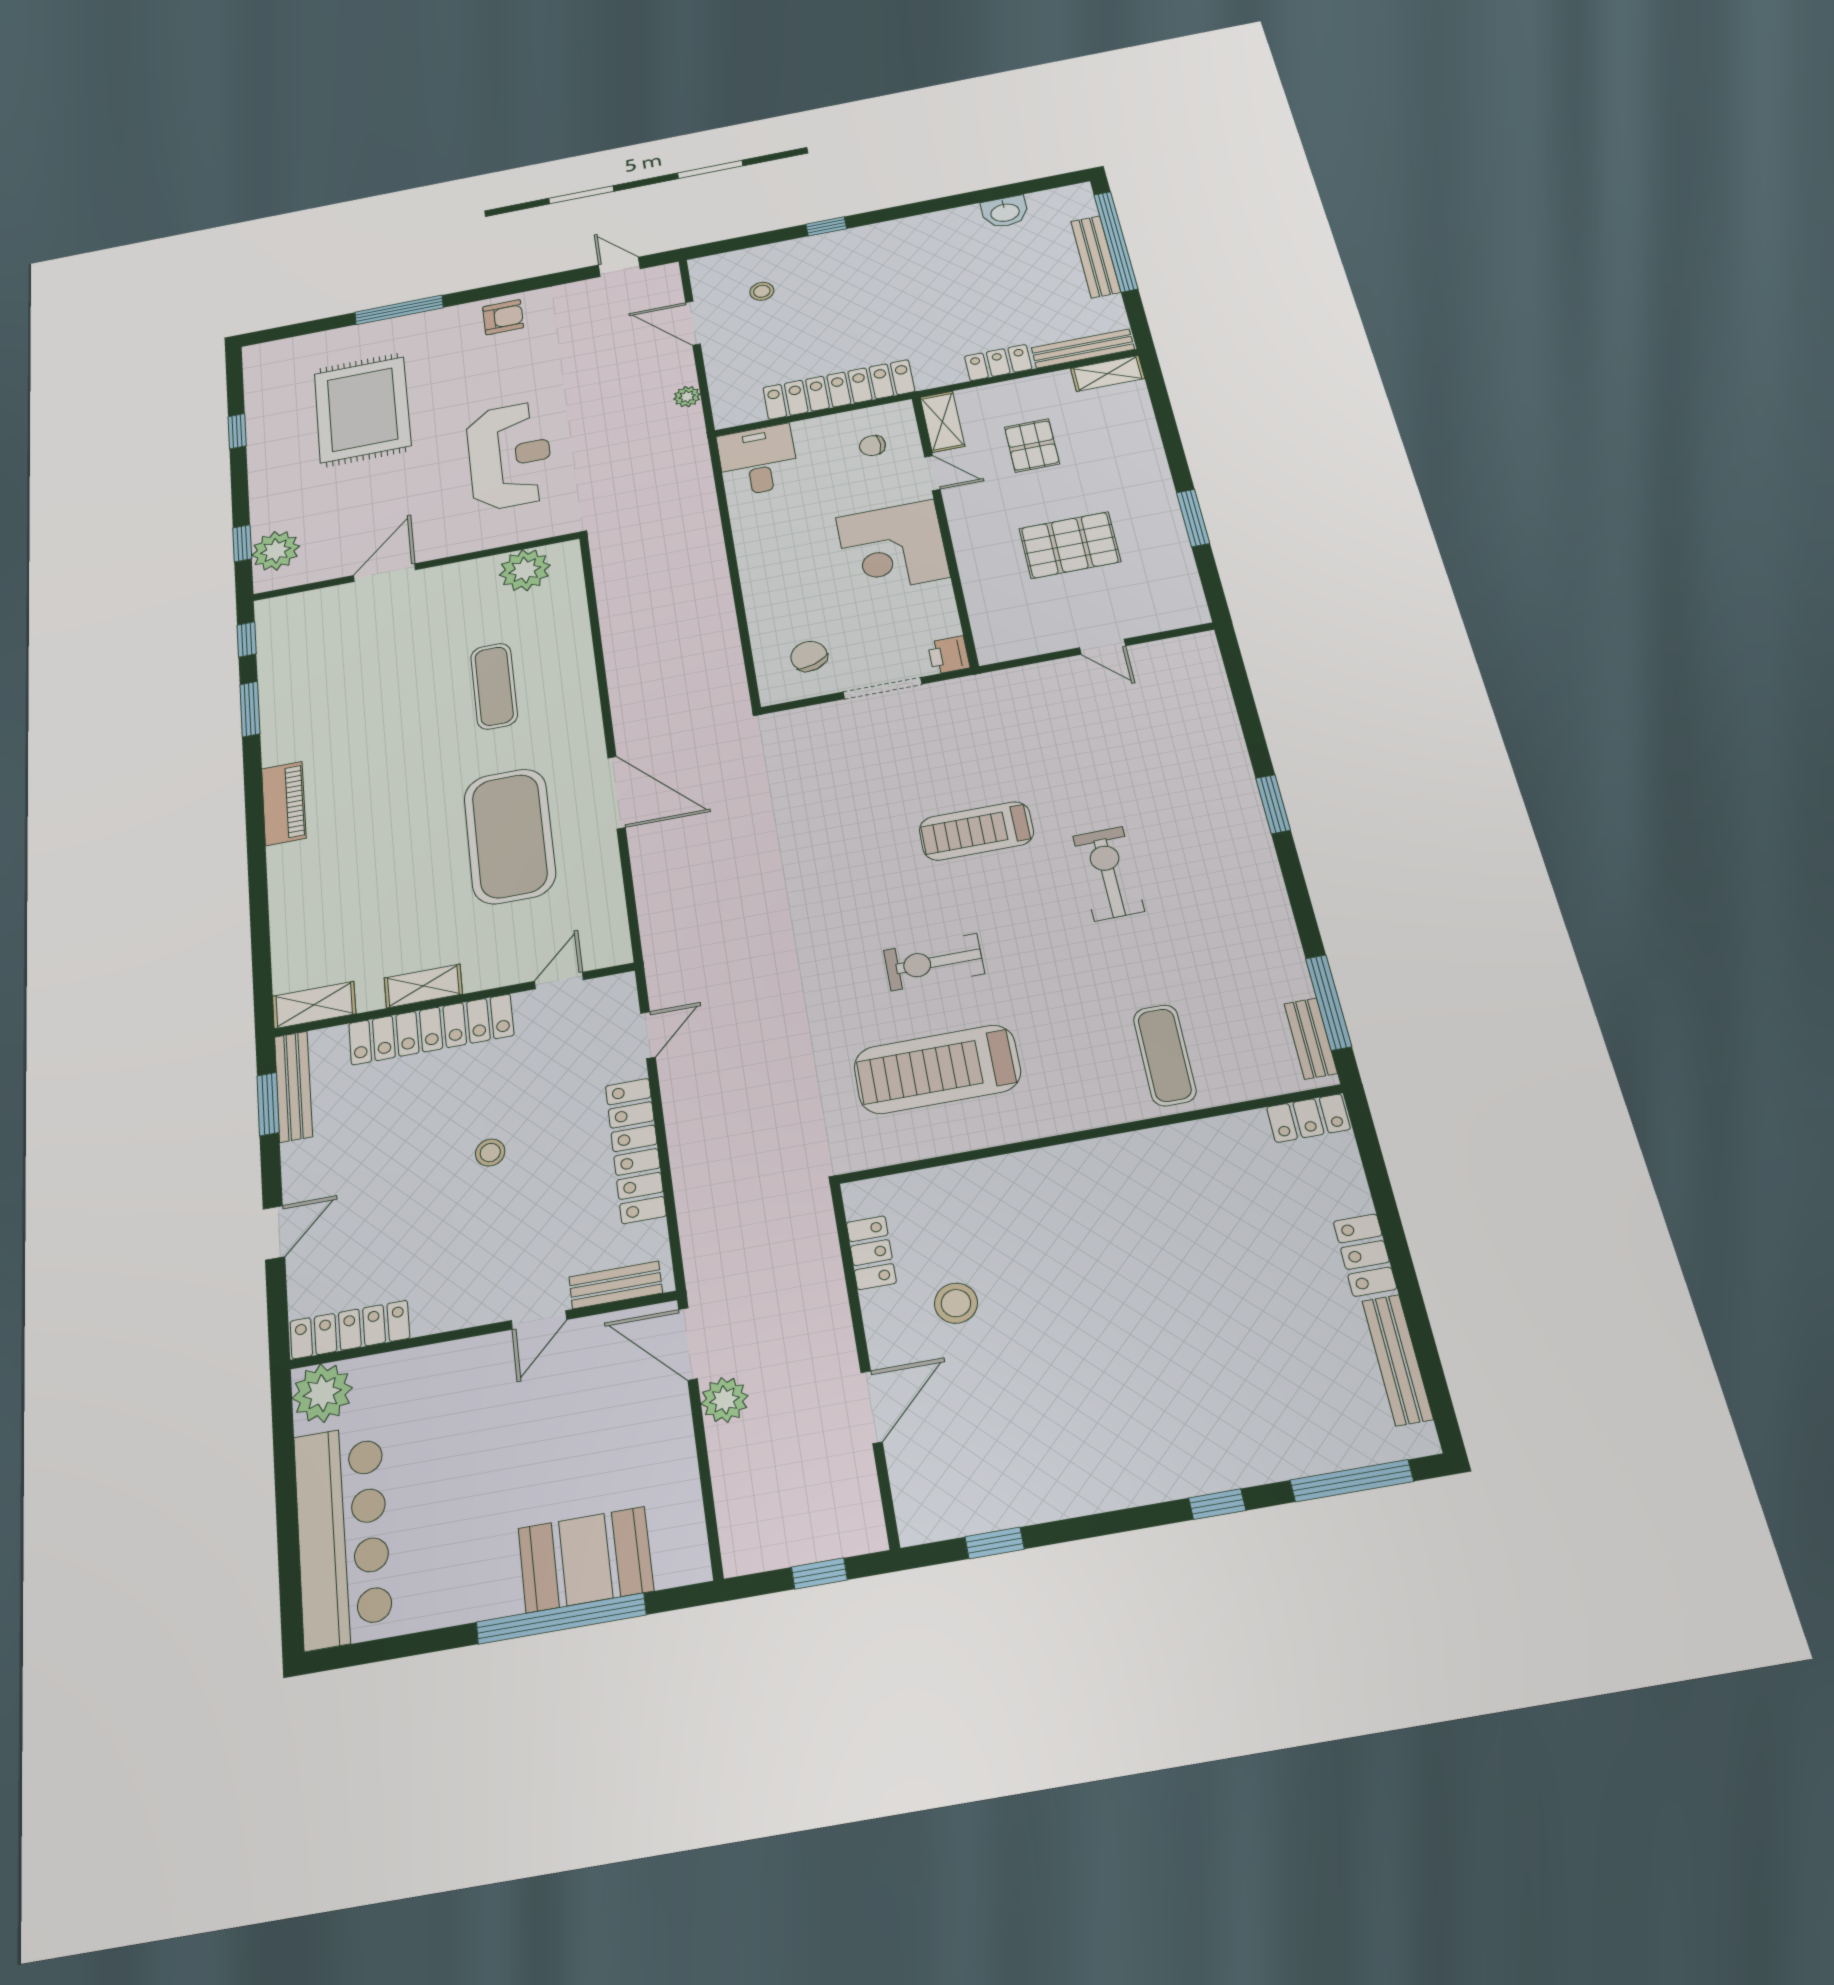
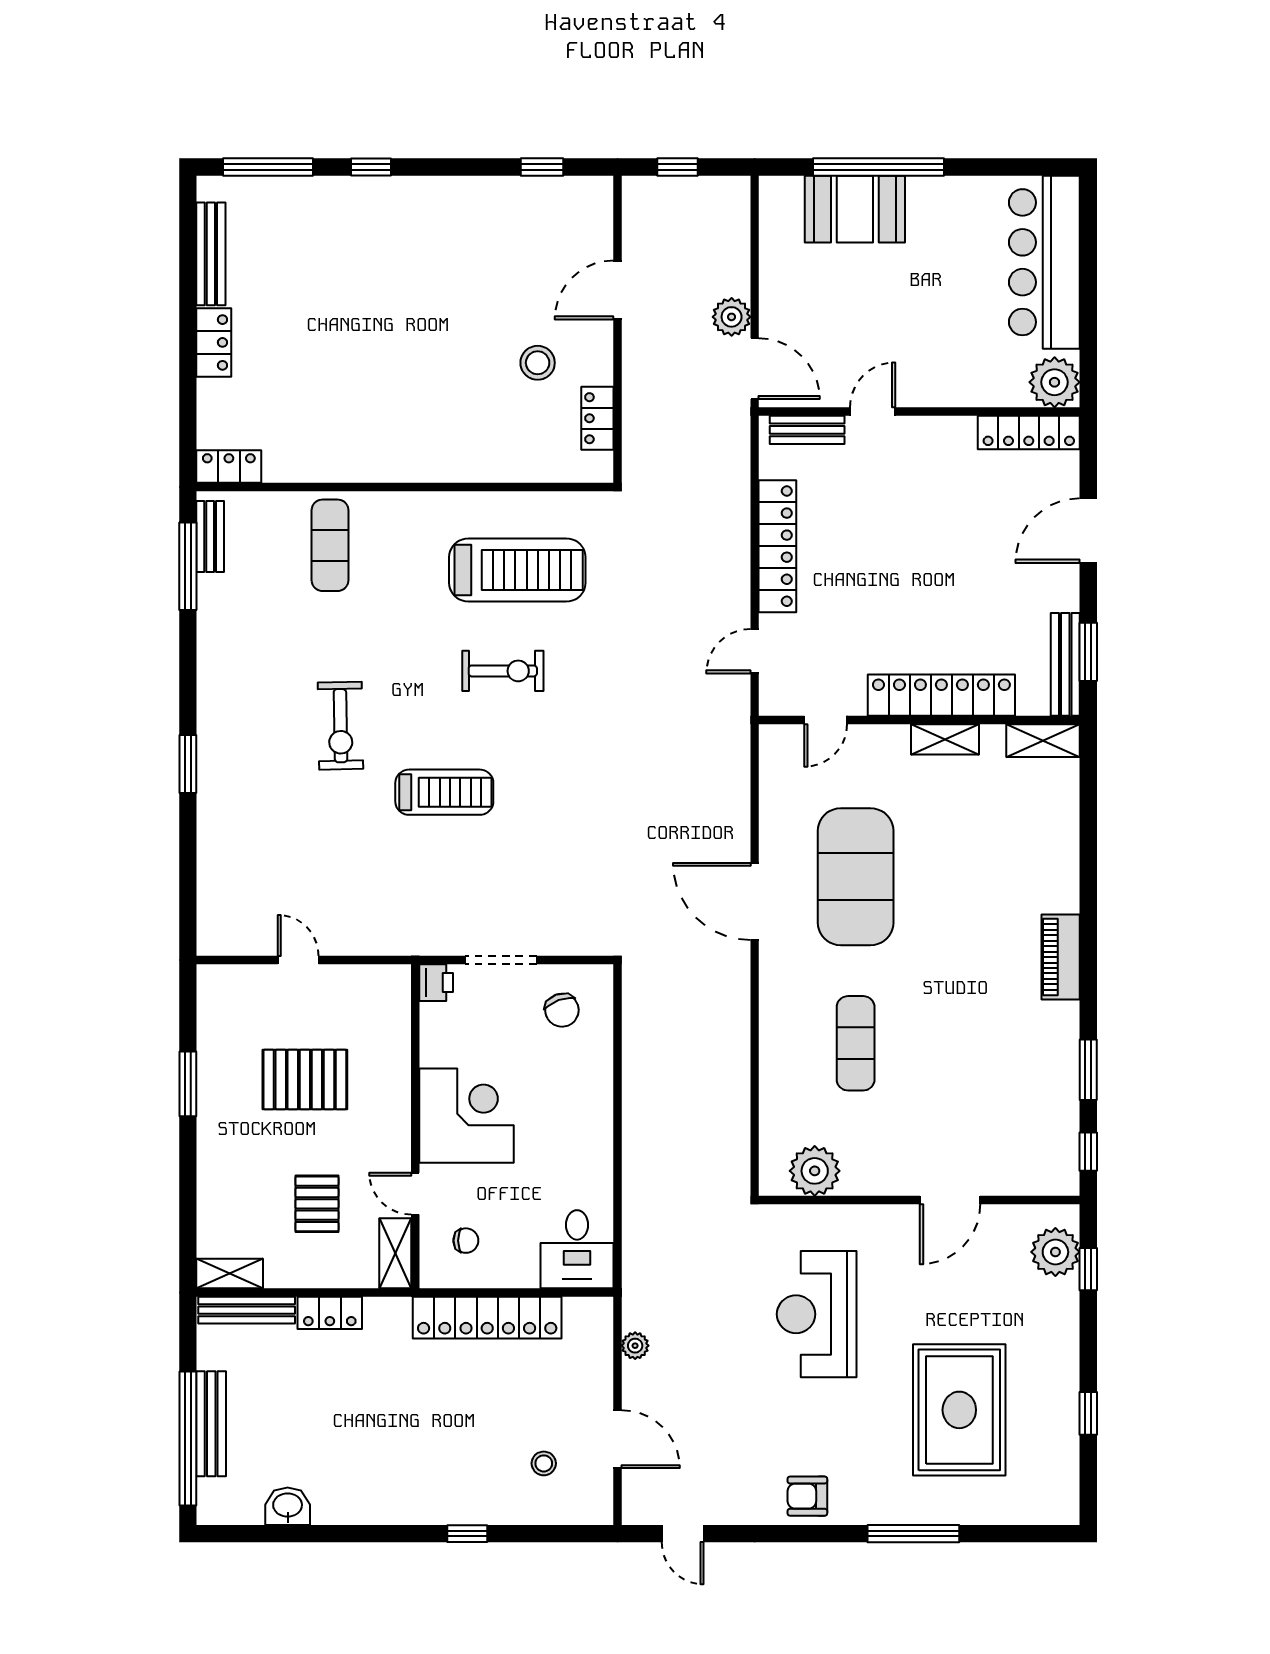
stool: (490, 1153) -> (900, 568), removed
door: (274, 1233) -> (1088, 531), width x1.38

